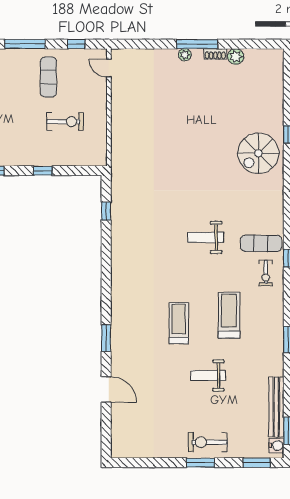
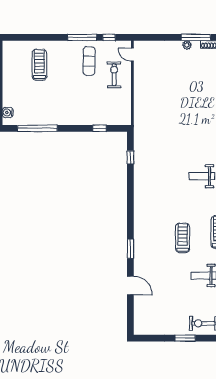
window: (25, 44) -> (82, 37), moved
exercise bike: (65, 122) -> (114, 75), moved, turned -90
window: (43, 171) -> (99, 128), moved
window: (201, 463) -> (185, 338), moved

